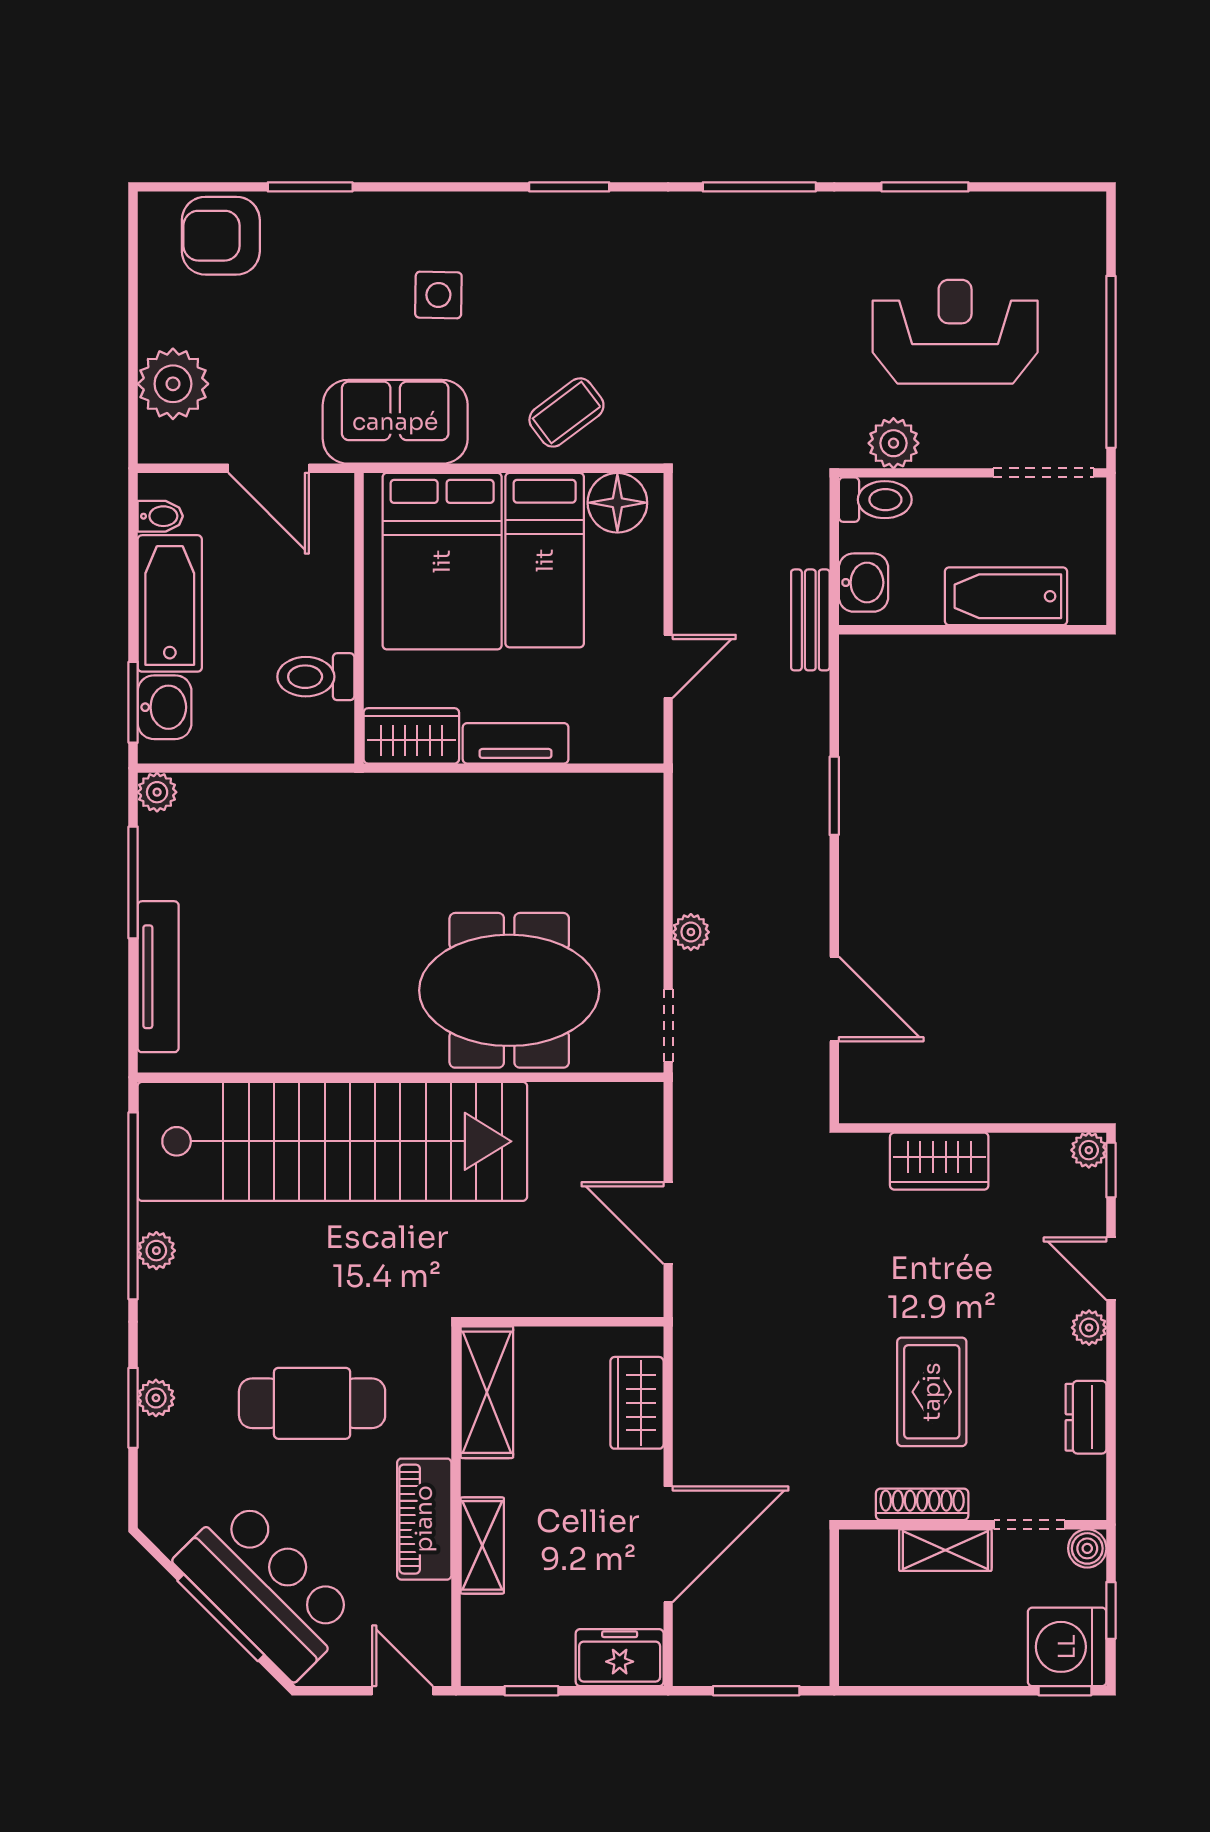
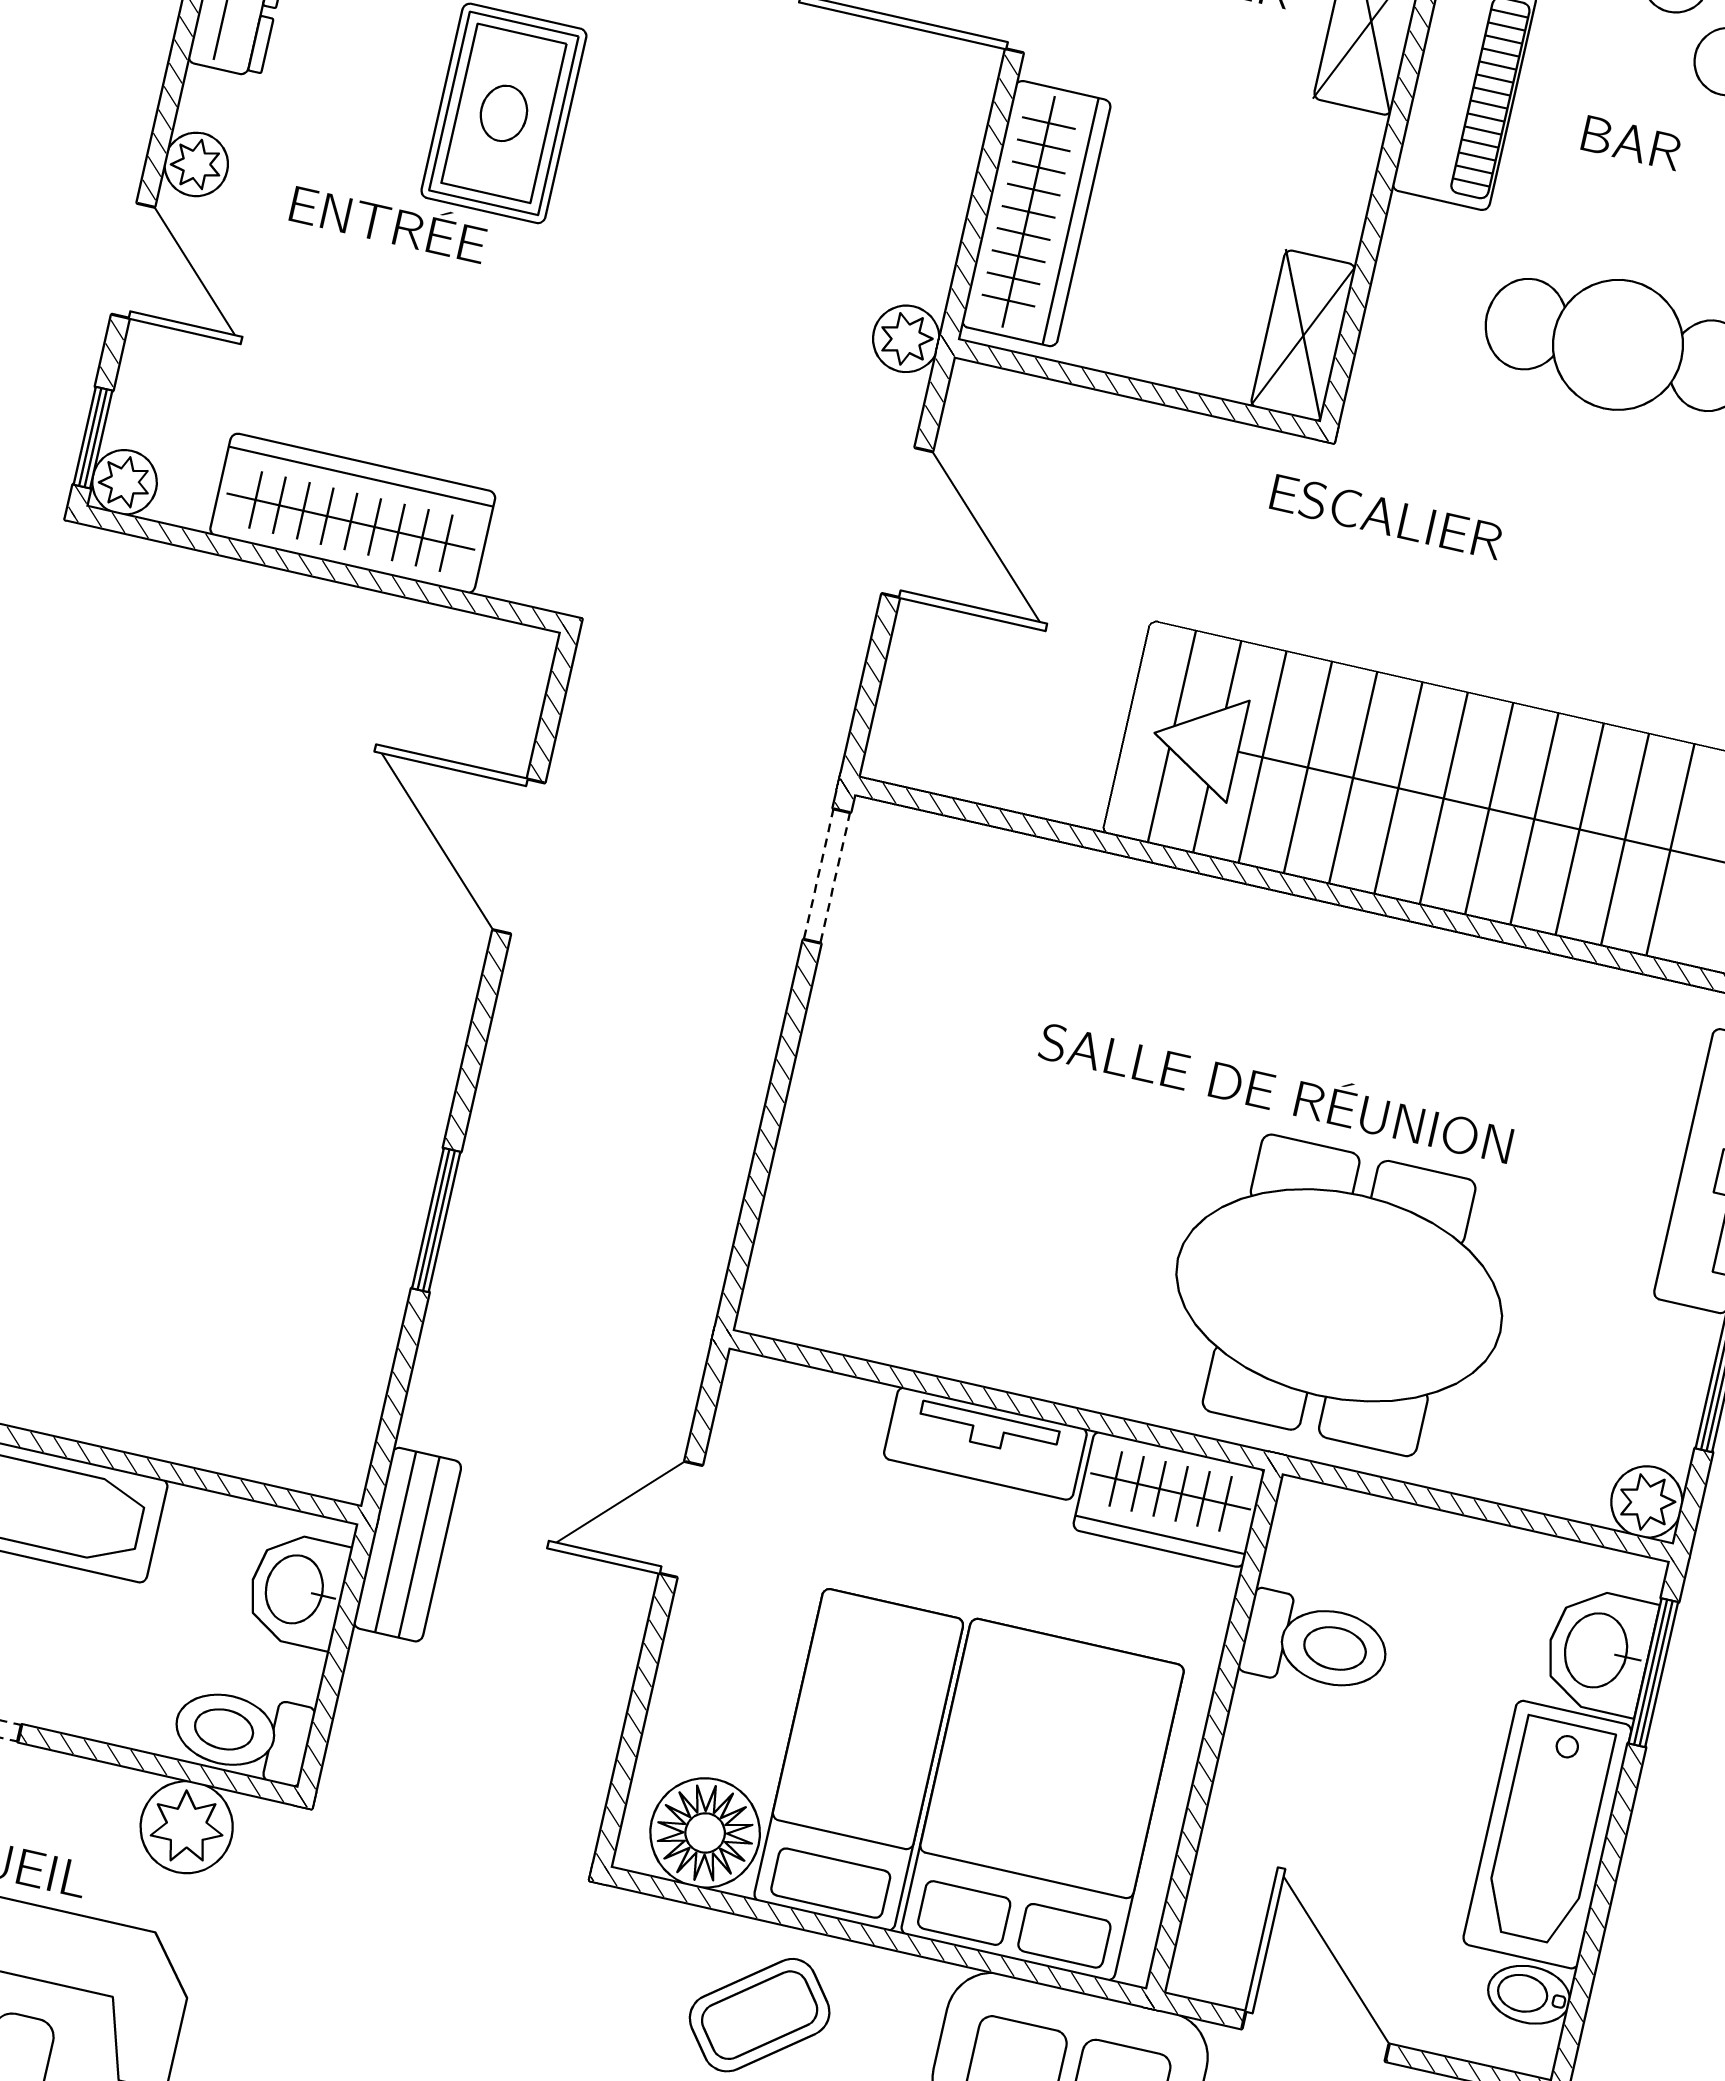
plant: (691, 932) -> (906, 339), moved
meeting table: (509, 990) -> (1339, 1295), moved
wardrobe: (939, 1161) -> (353, 513), width x1.50
shelving: (487, 1392) -> (1303, 336), width x0.67, depth x0.75
wardrobe: (637, 1403) -> (1036, 214), width x1.50

